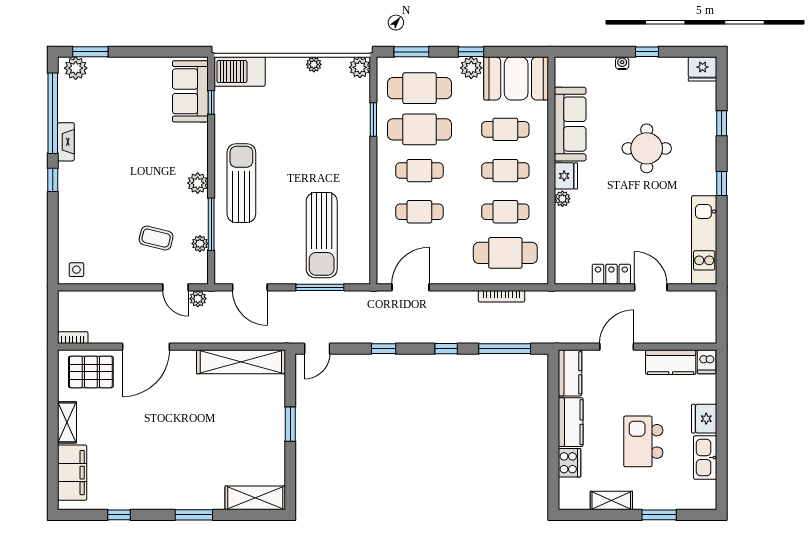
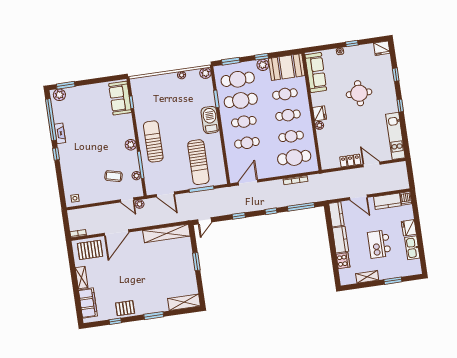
barbecue: (240, 71) -> (210, 120), moved, turned 90
sofa: (570, 124) -> (316, 73), moved
door: (617, 347) -> (358, 197), swing flipped
pallet: (141, 493) -> (125, 308), added

